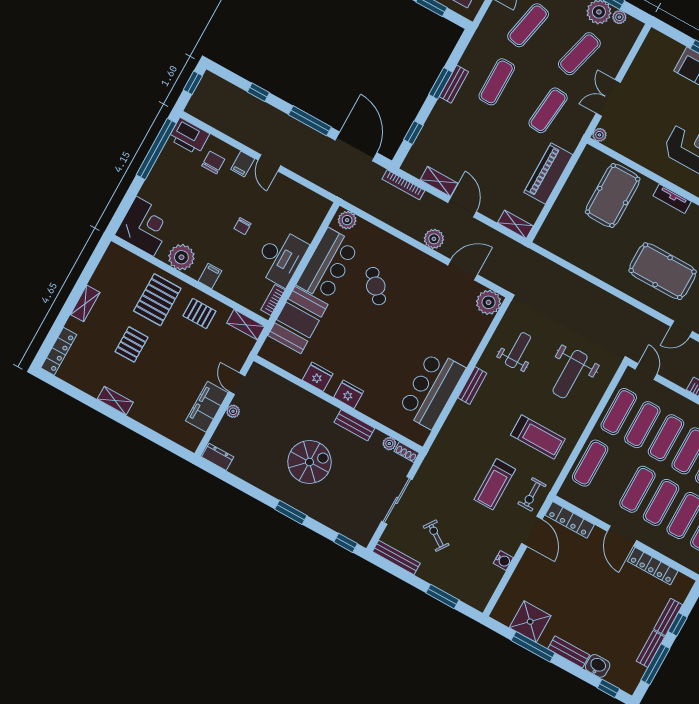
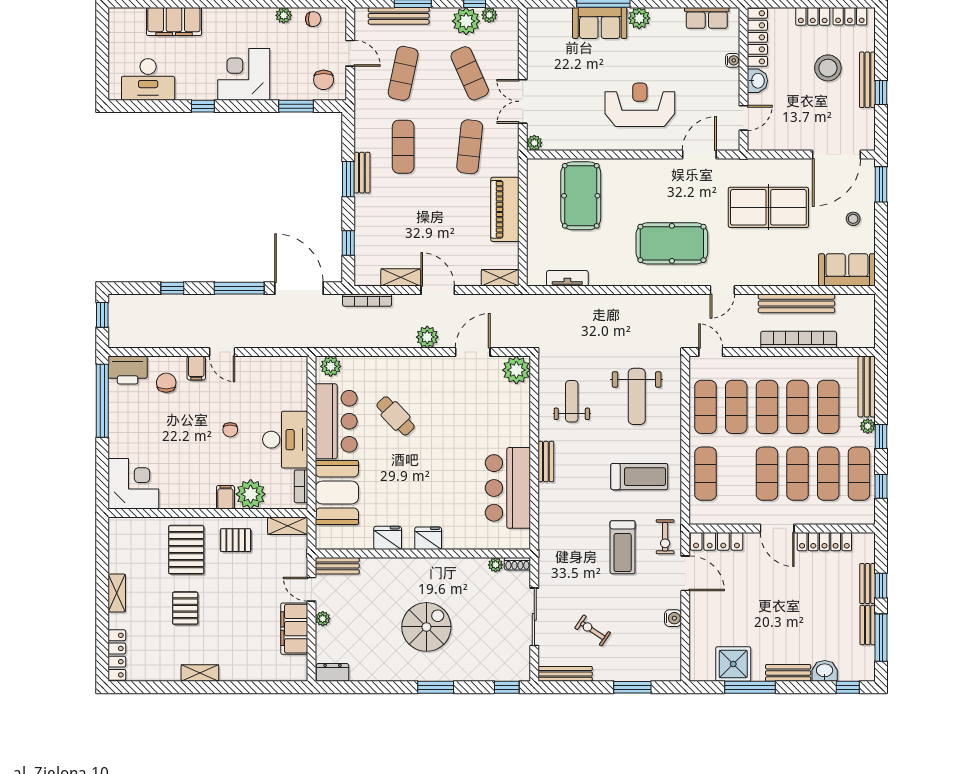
exercise mat: (579, 54) -> (470, 73), turned -39
tv unit: (672, 199) -> (567, 278), moved, turned 180
plant: (181, 257) -> (251, 494), moved
bench: (354, 425) -> (337, 566), moved

